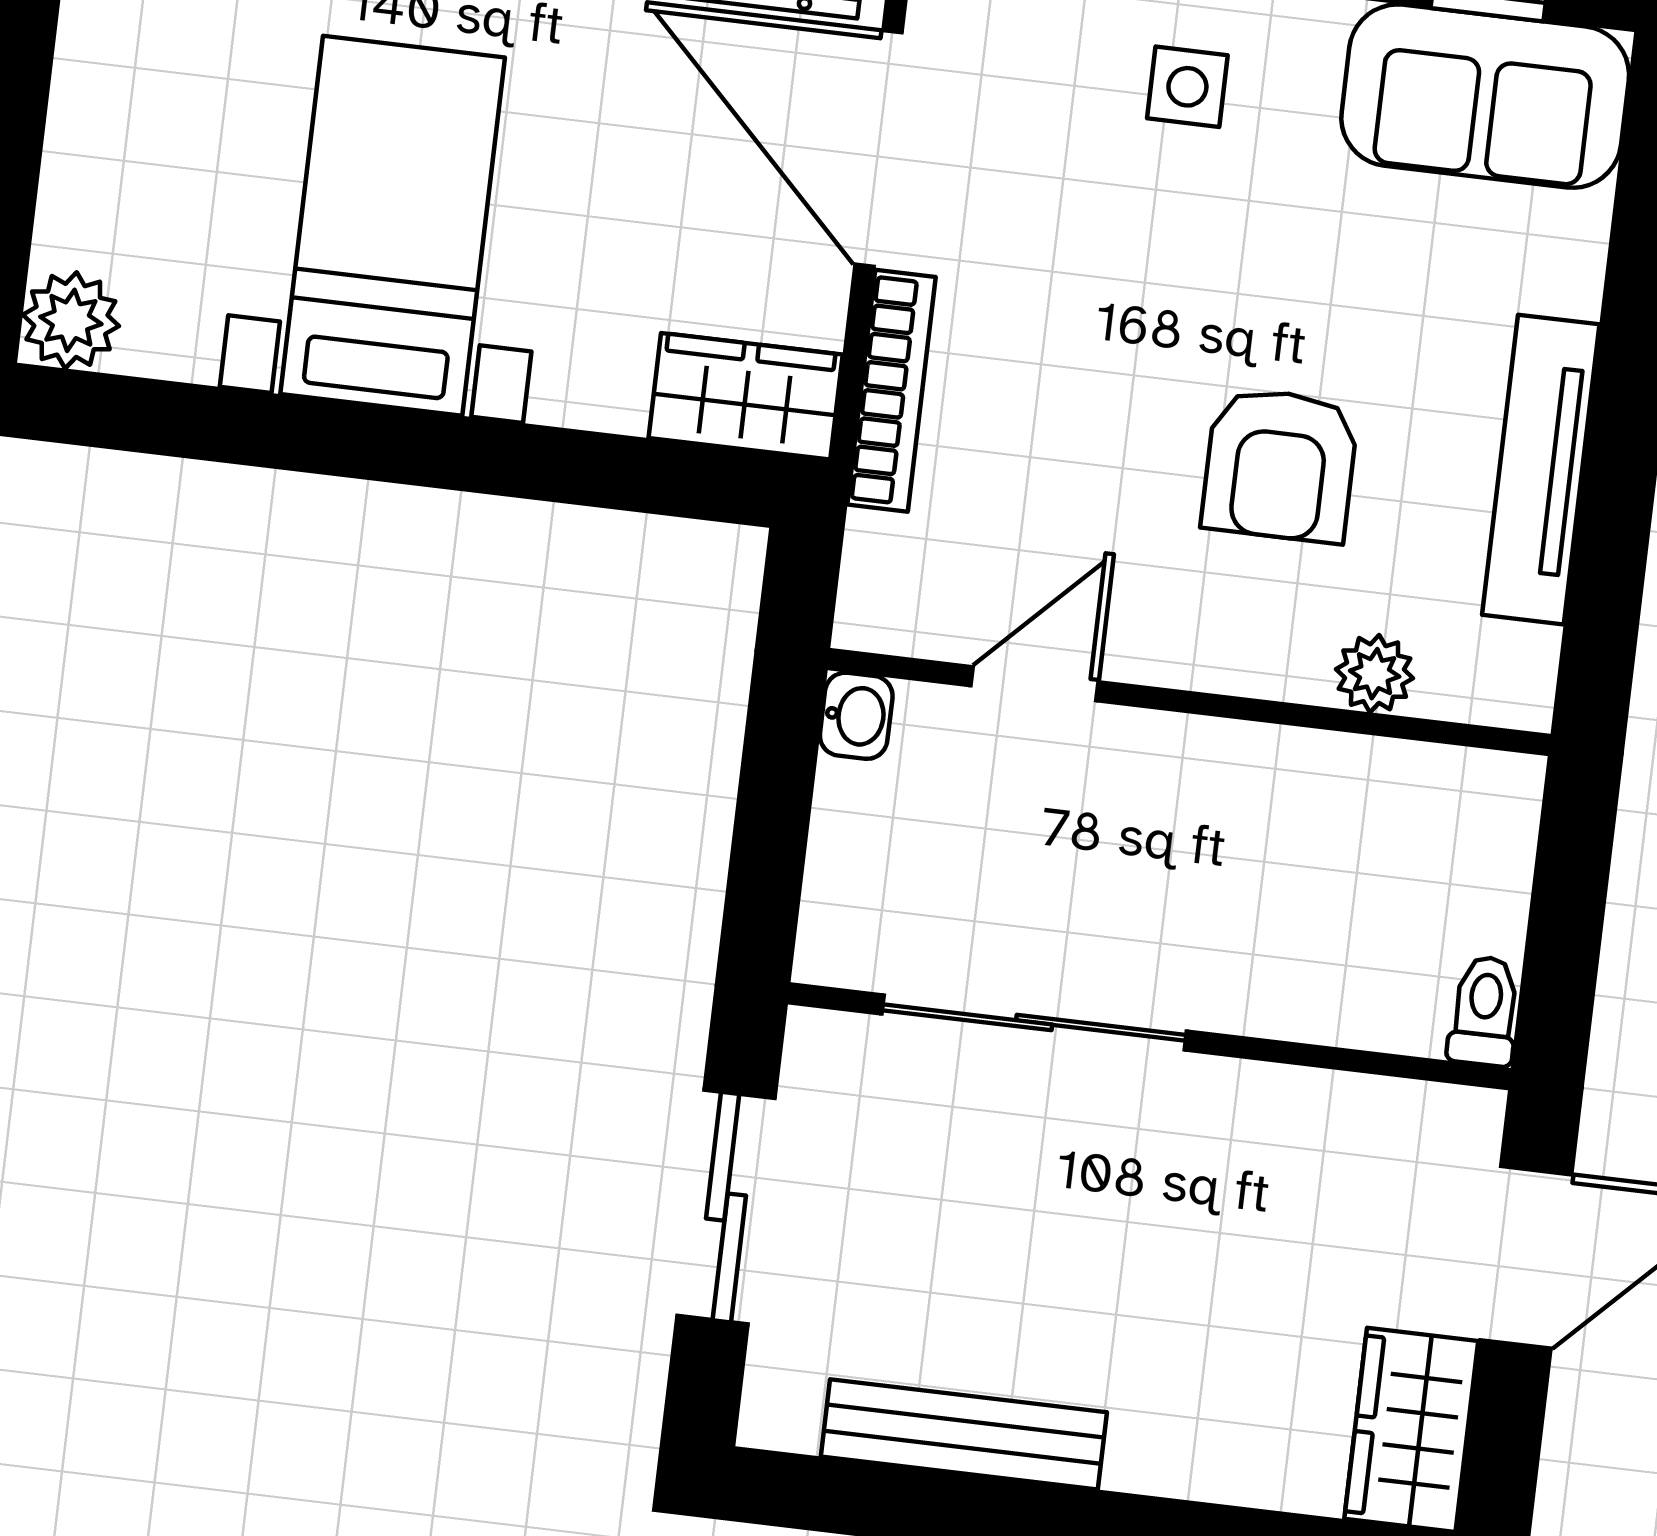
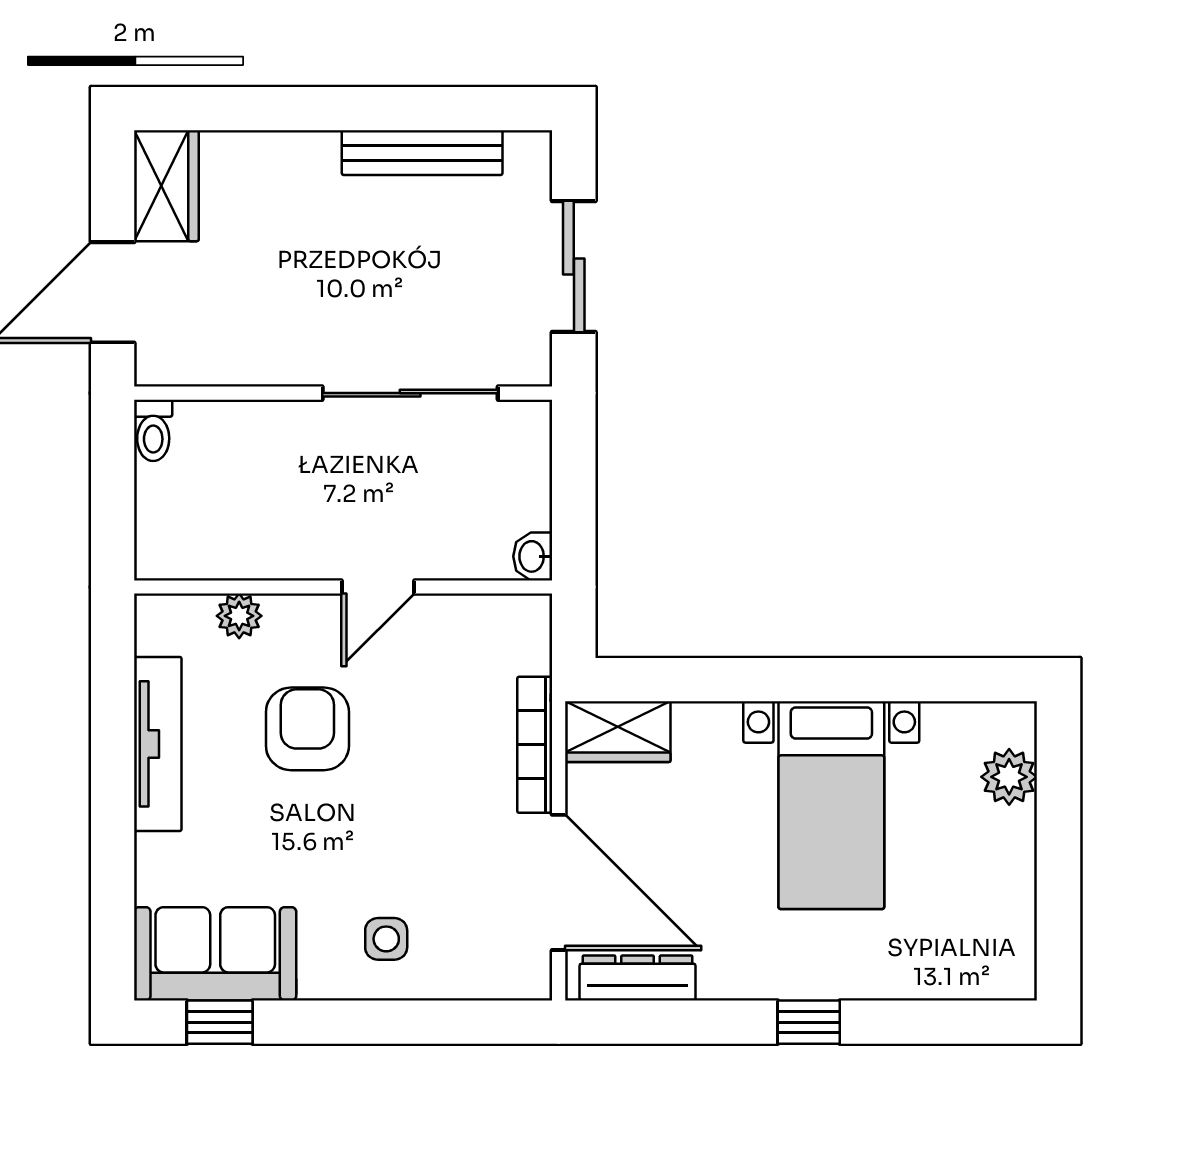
plant: (71, 320) -> (1009, 777), moved
door: (1035, 684) -> (378, 587), moved

